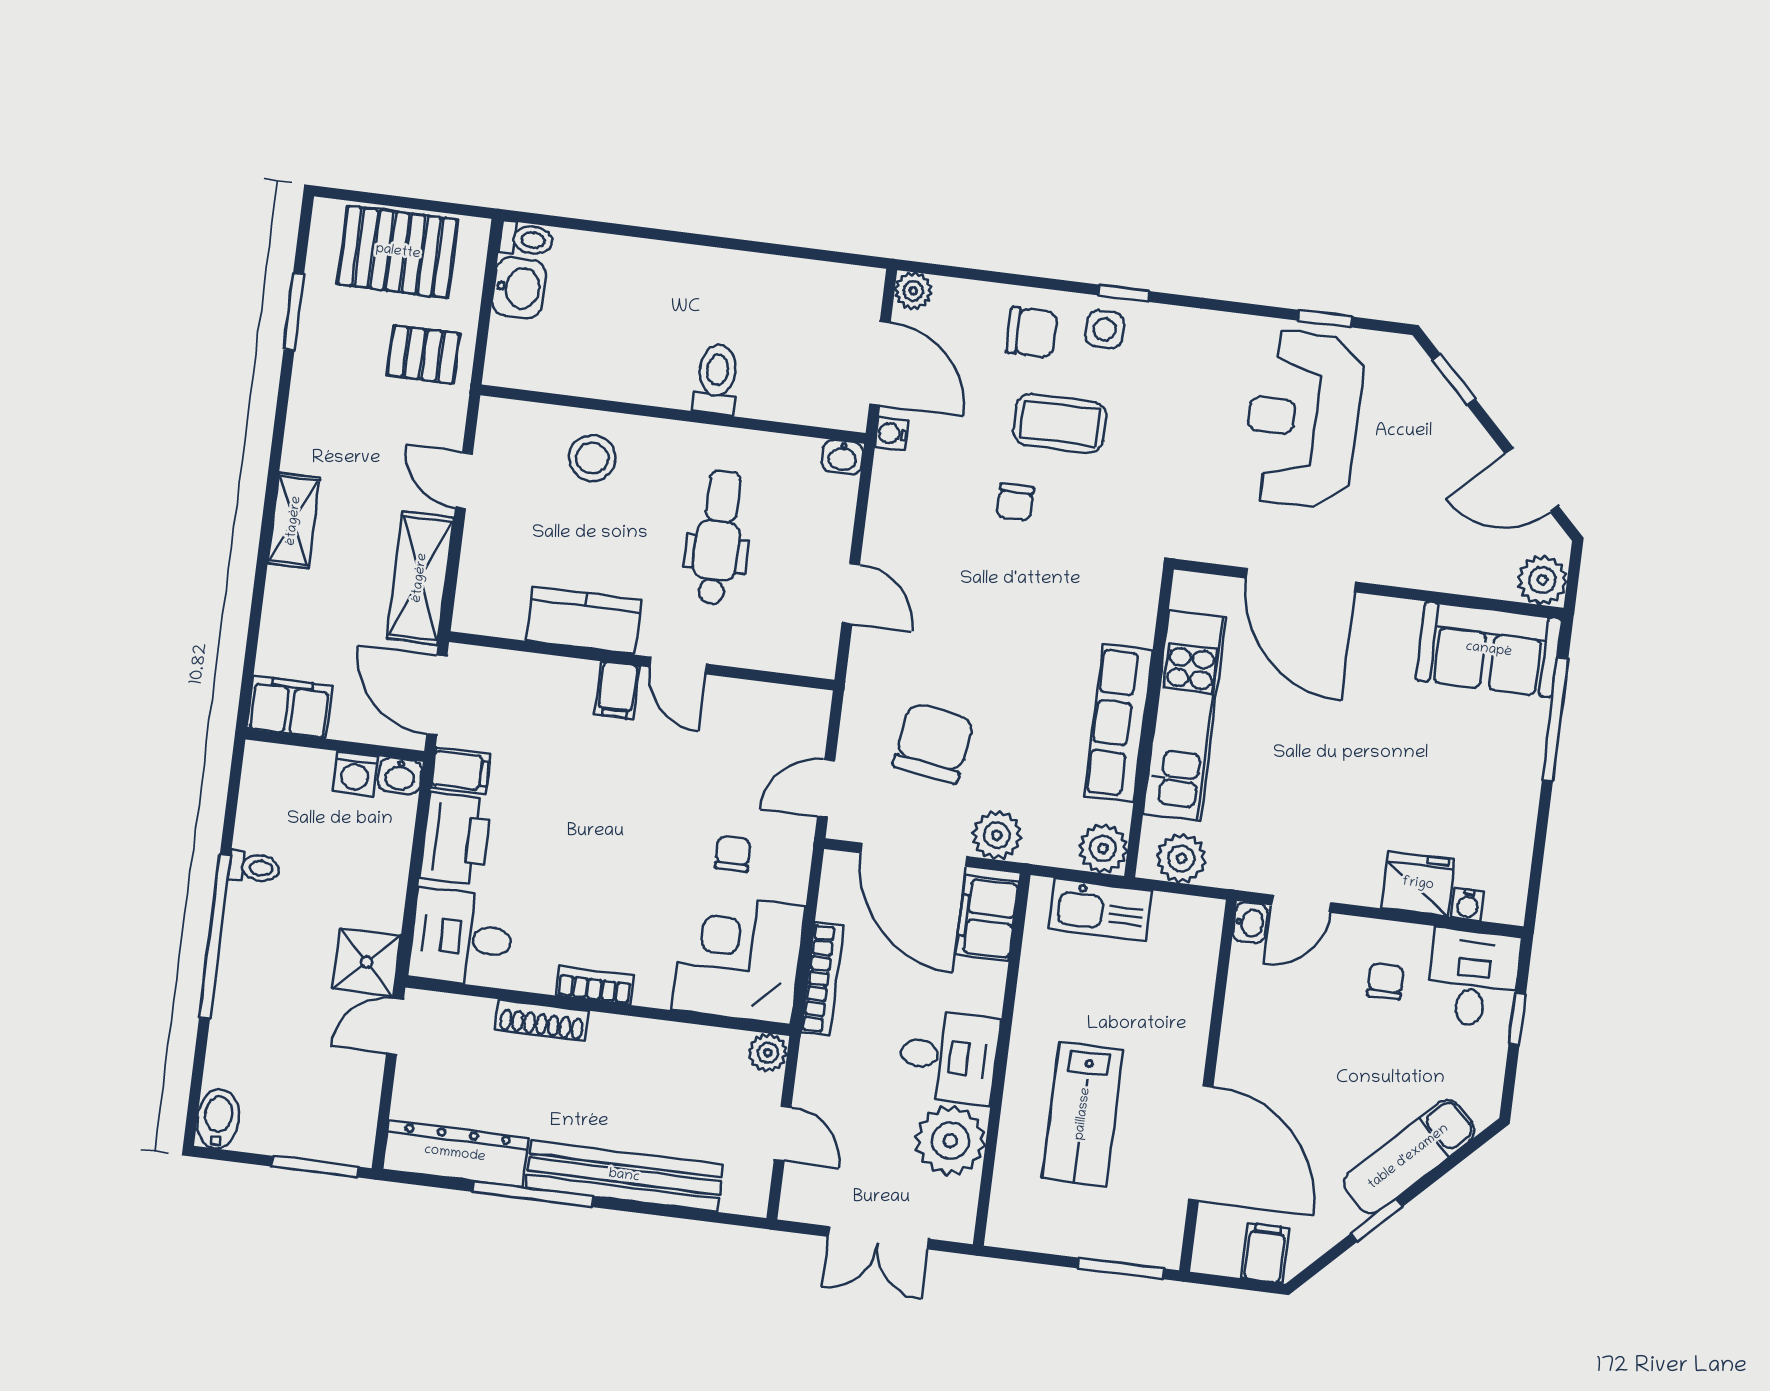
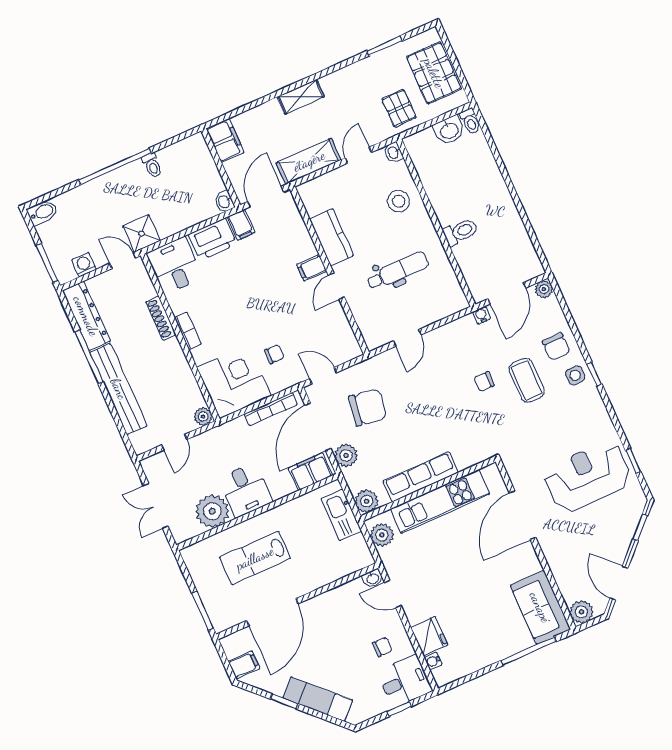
washbasin: (843, 457) -> (393, 152), moved
washing machine: (355, 774) -> (84, 265), moved, turned 90
bookcase: (822, 979) -> (271, 409), moved

